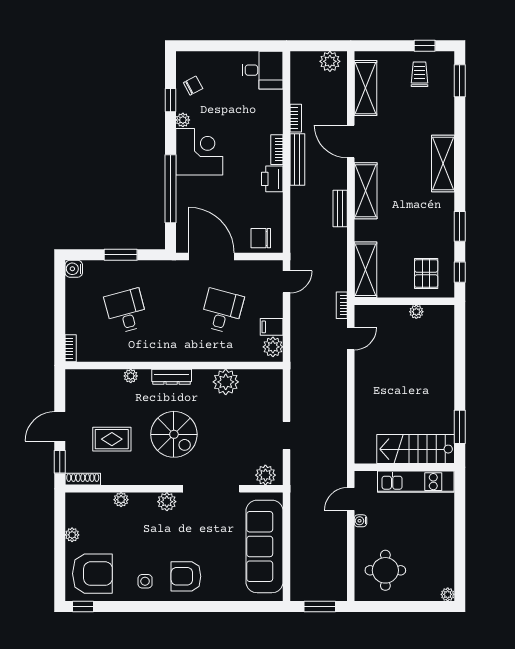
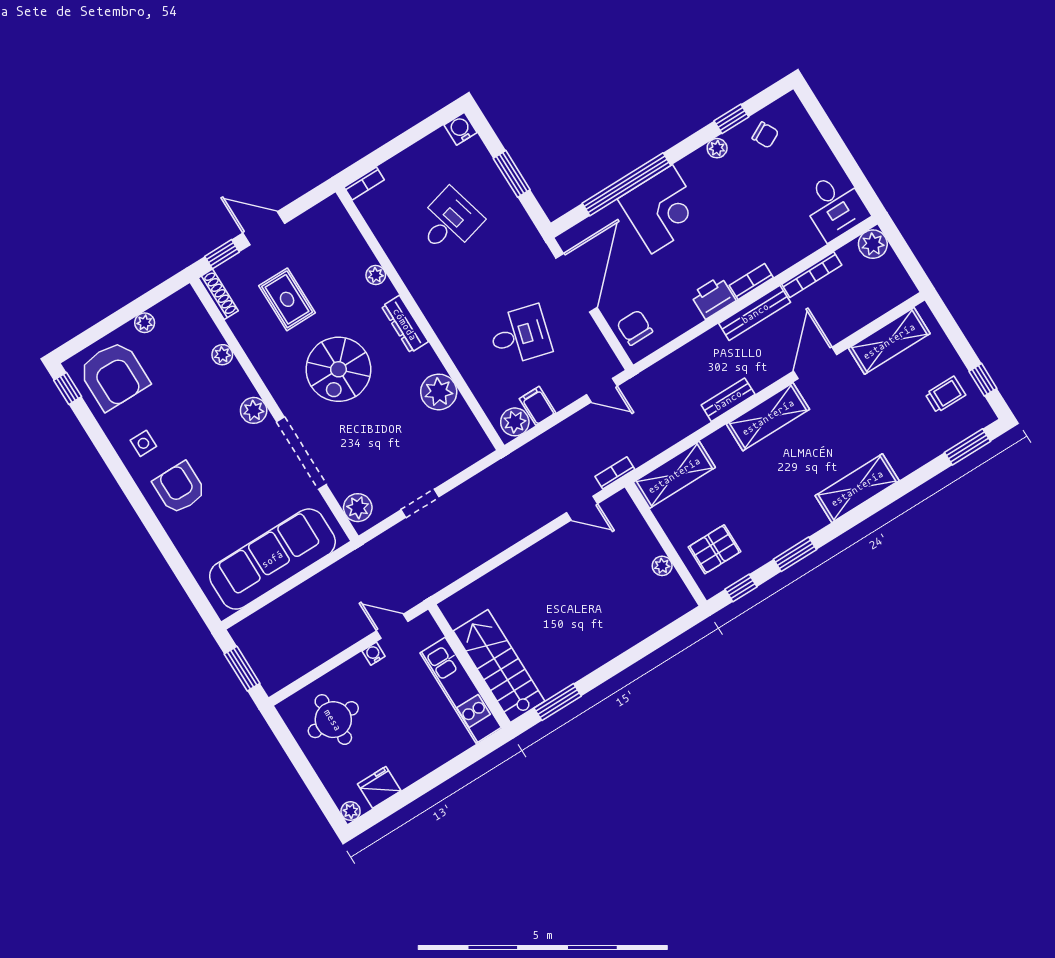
plant: (330, 61) -> (873, 244), moved
bookcase: (296, 118) -> (812, 275), width x1.56
corner desk: (199, 152) -> (662, 209), moved
fridge: (444, 568) -> (379, 787), added

